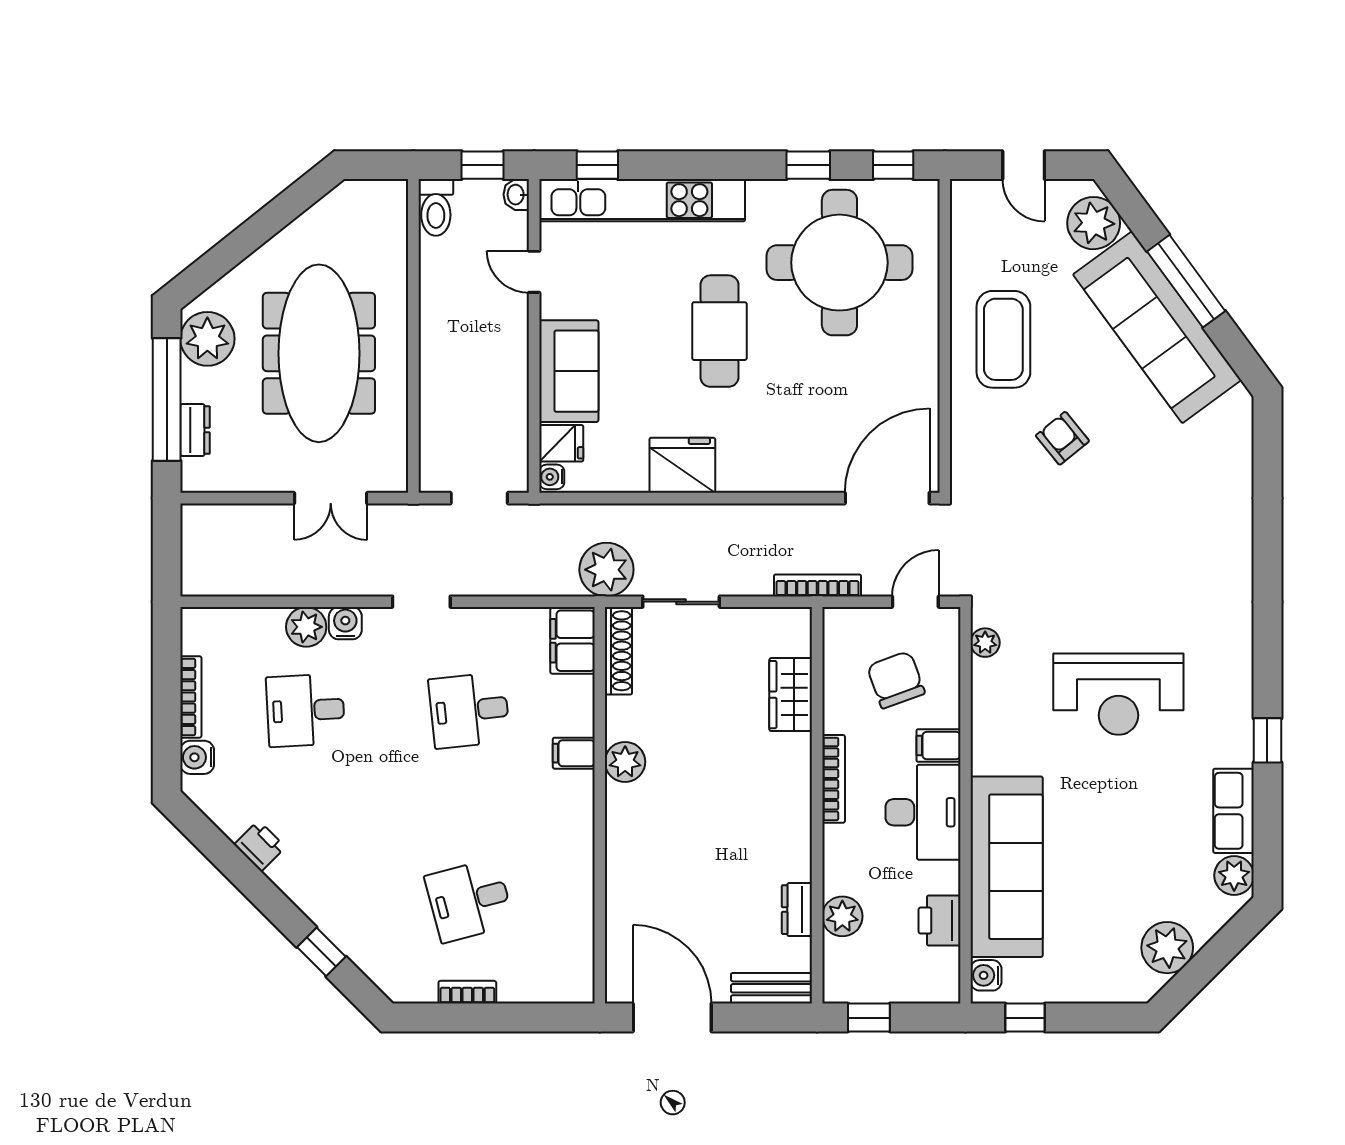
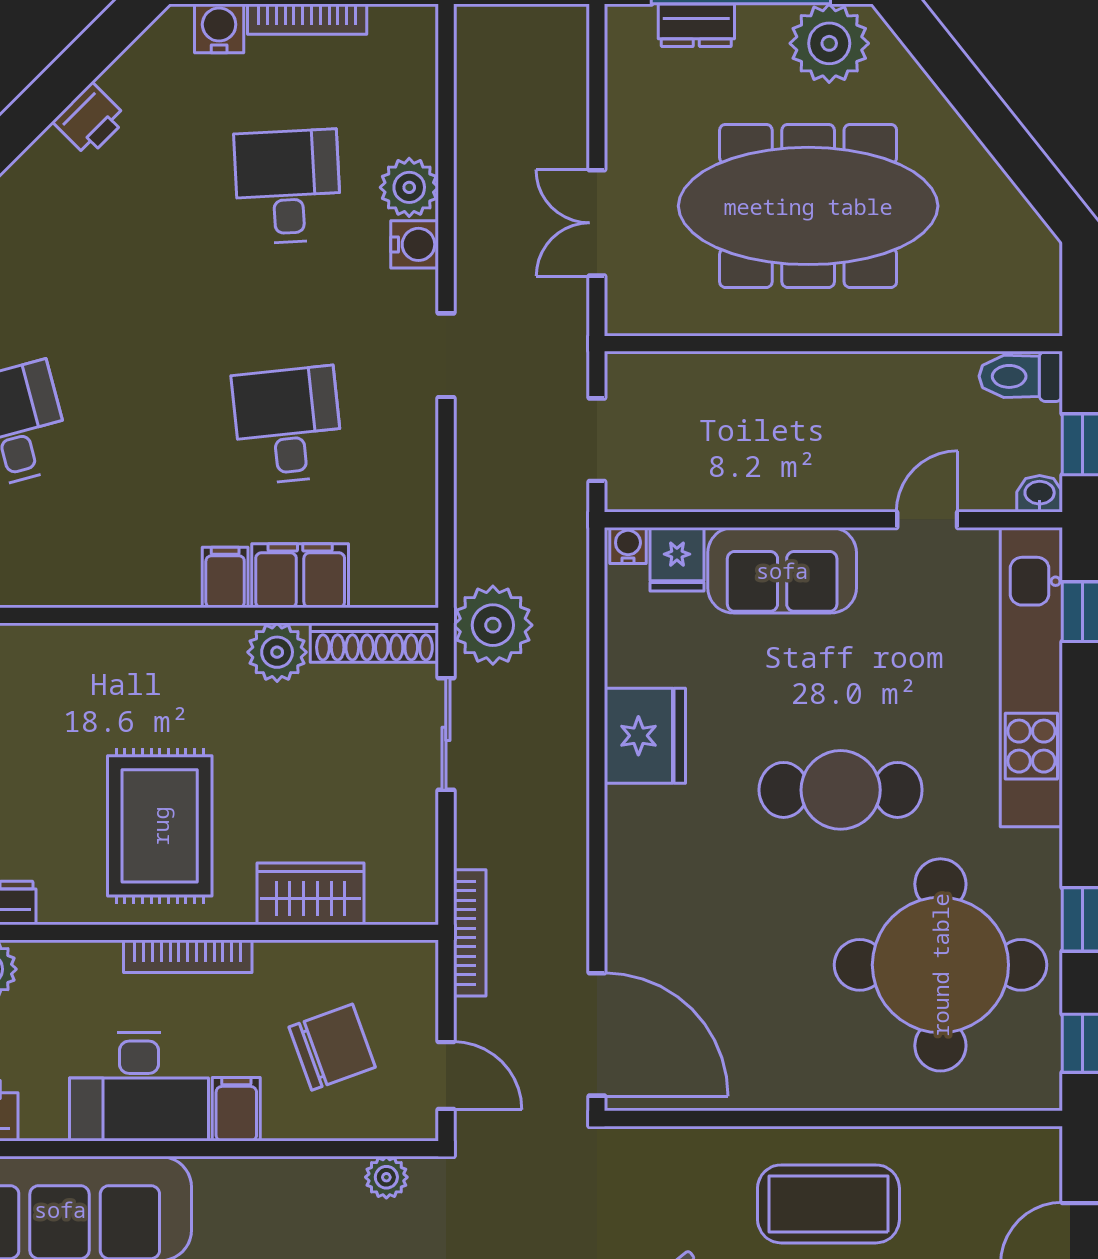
filing cabinet: (572, 641) -> (300, 576), moved
plant: (625, 762) -> (277, 652), moved
rug: (744, 798) -> (160, 826), added

